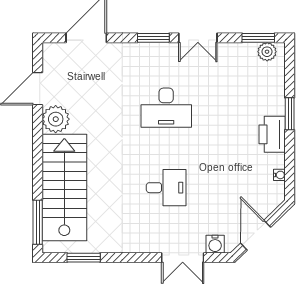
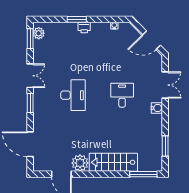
printer: (272, 134) -> (84, 28), width x0.53, depth x0.68
stairs: (64, 188) -> (113, 162), width x0.73, depth x0.66
water cooler: (215, 244) -> (157, 108), moved

